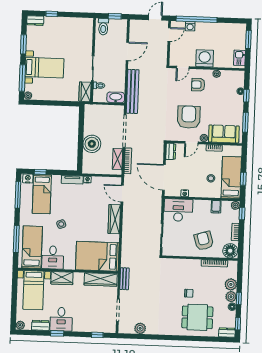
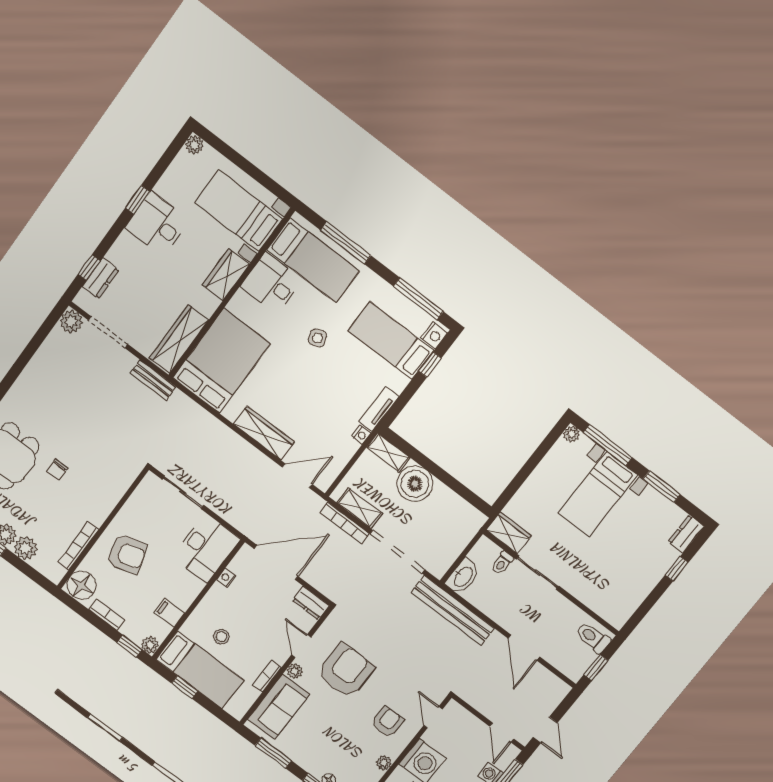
armchair: (189, 117) -> (346, 671), turned -90
shelving: (87, 163) -> (388, 453), added
dresser: (40, 325) -> (101, 278), moved
plant: (140, 328) -> (71, 321), moved

